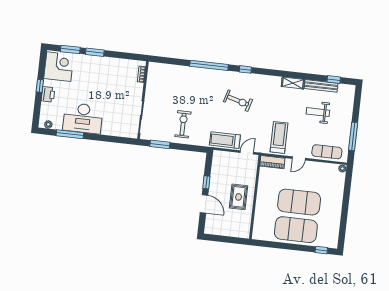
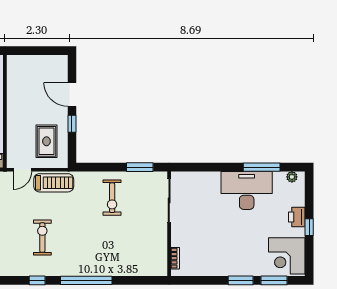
exercise bike: (238, 101) -> (42, 238), turned 74
rug: (239, 197) -> (46, 141), moved

